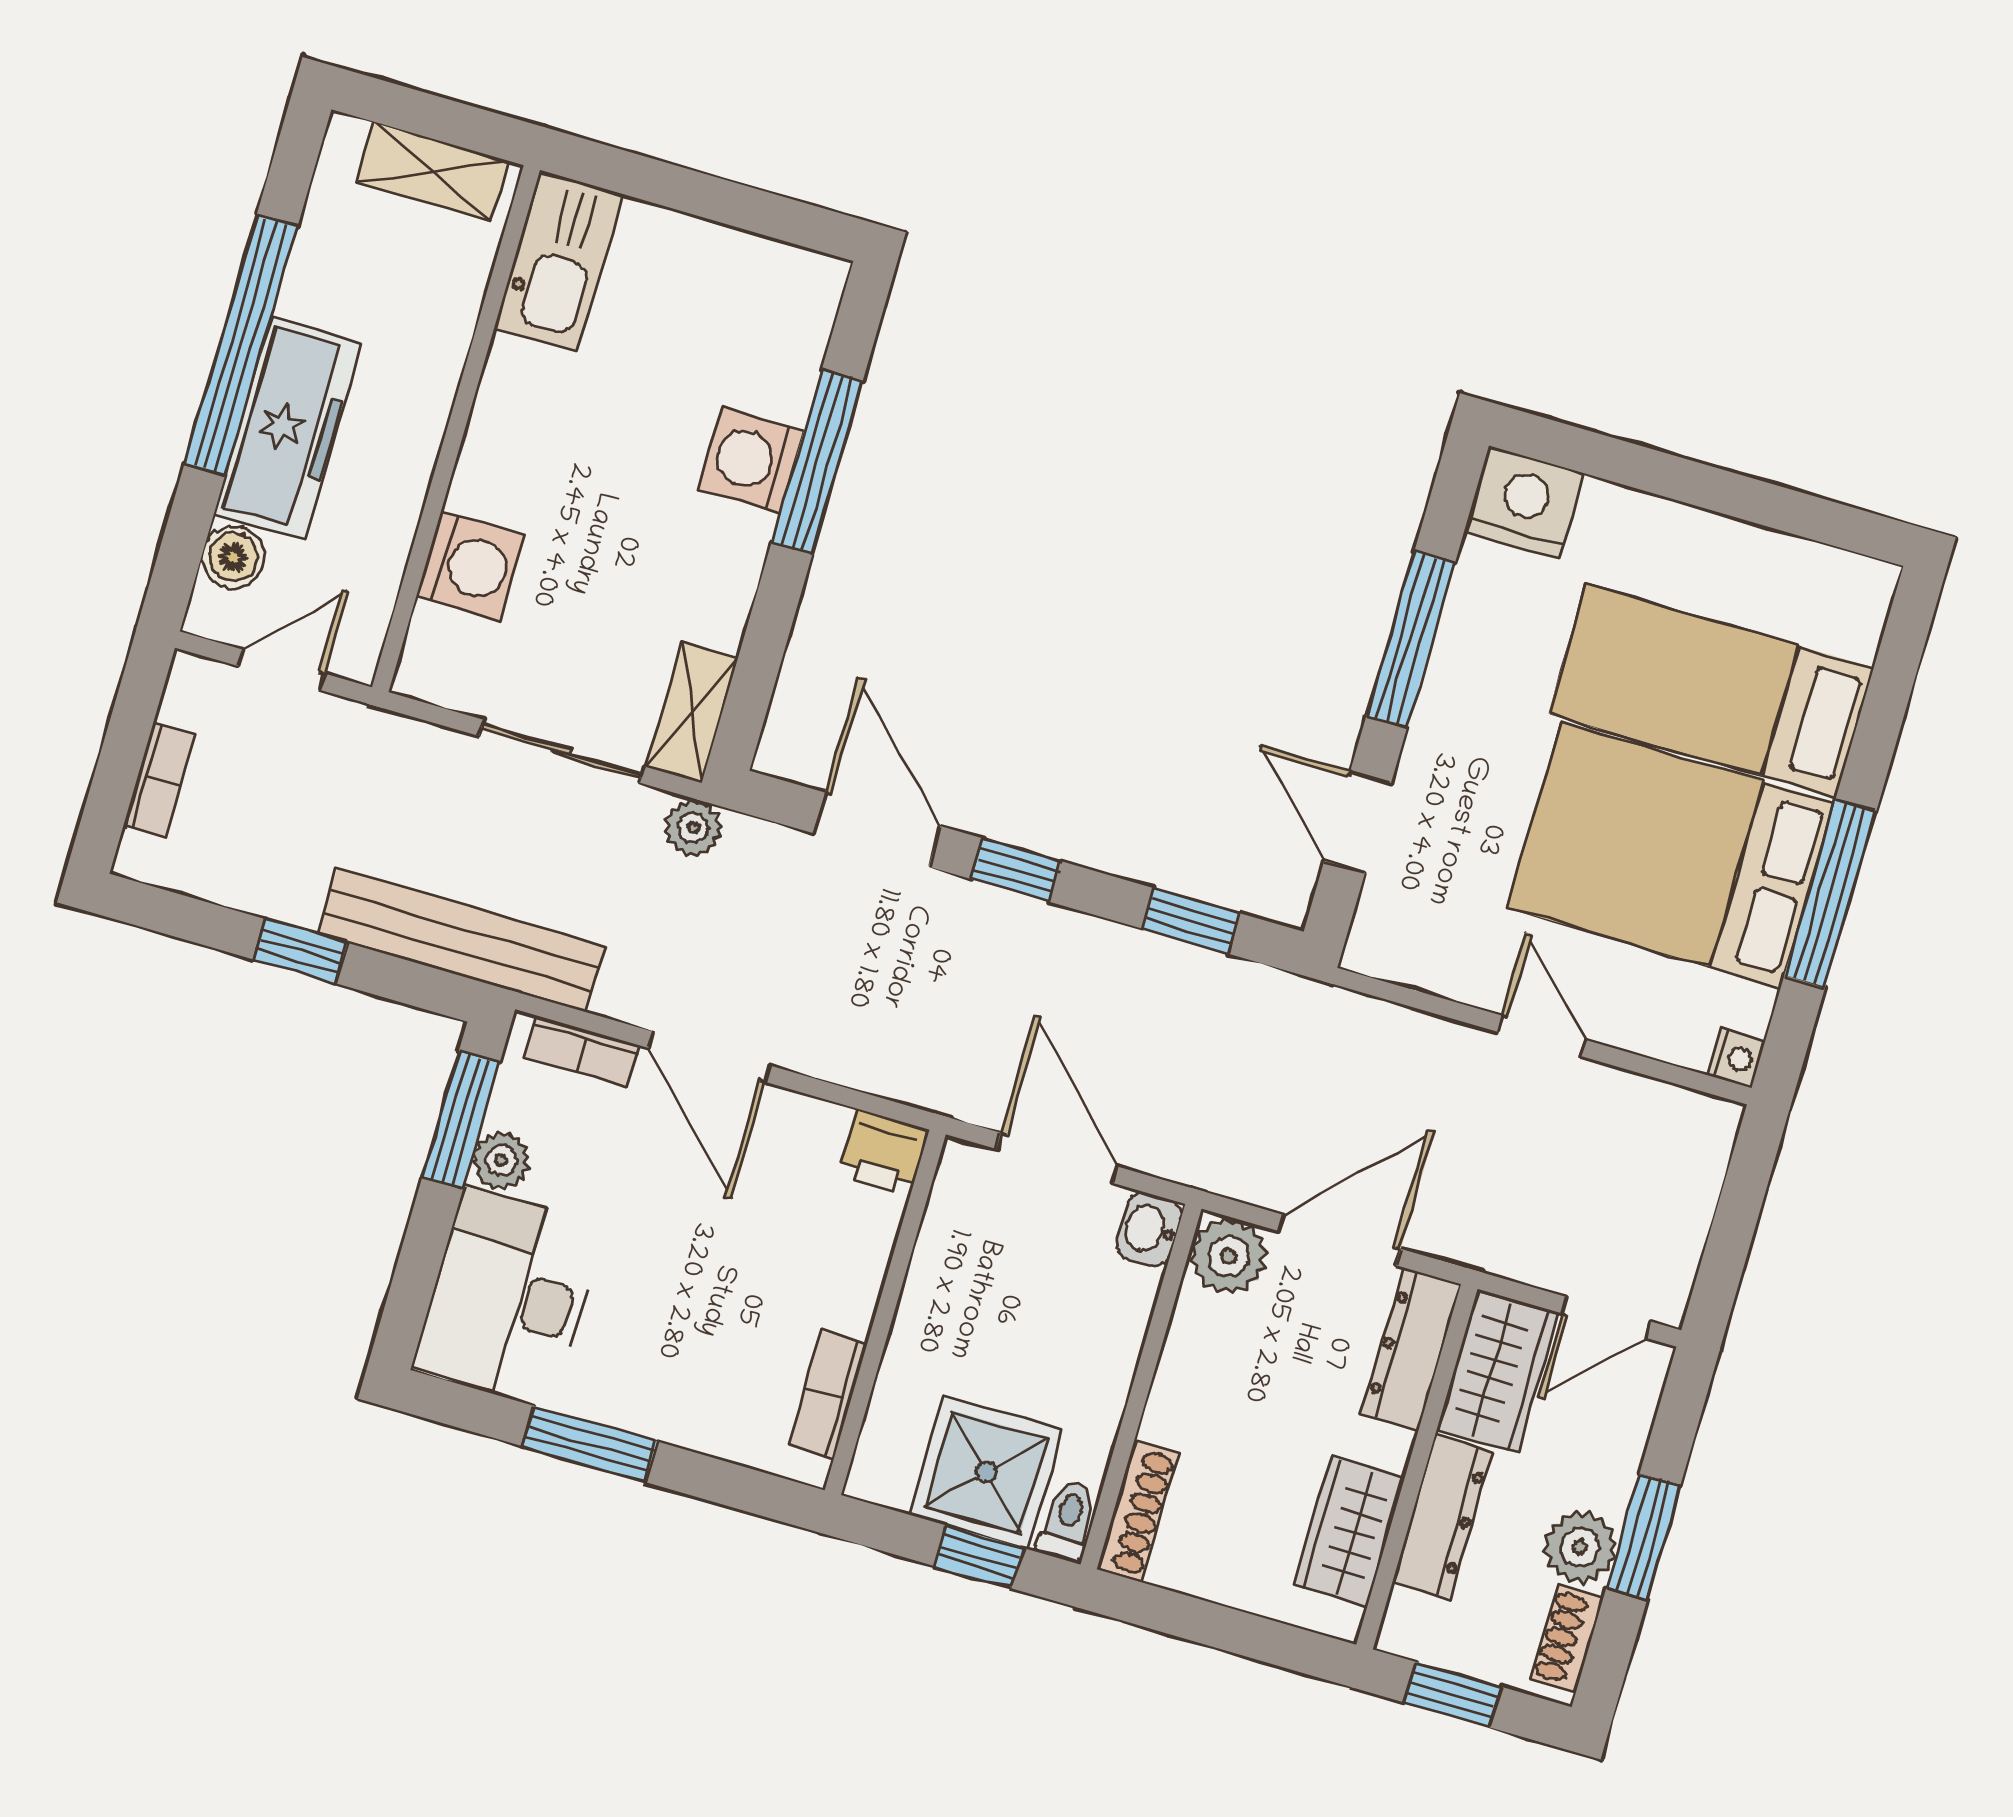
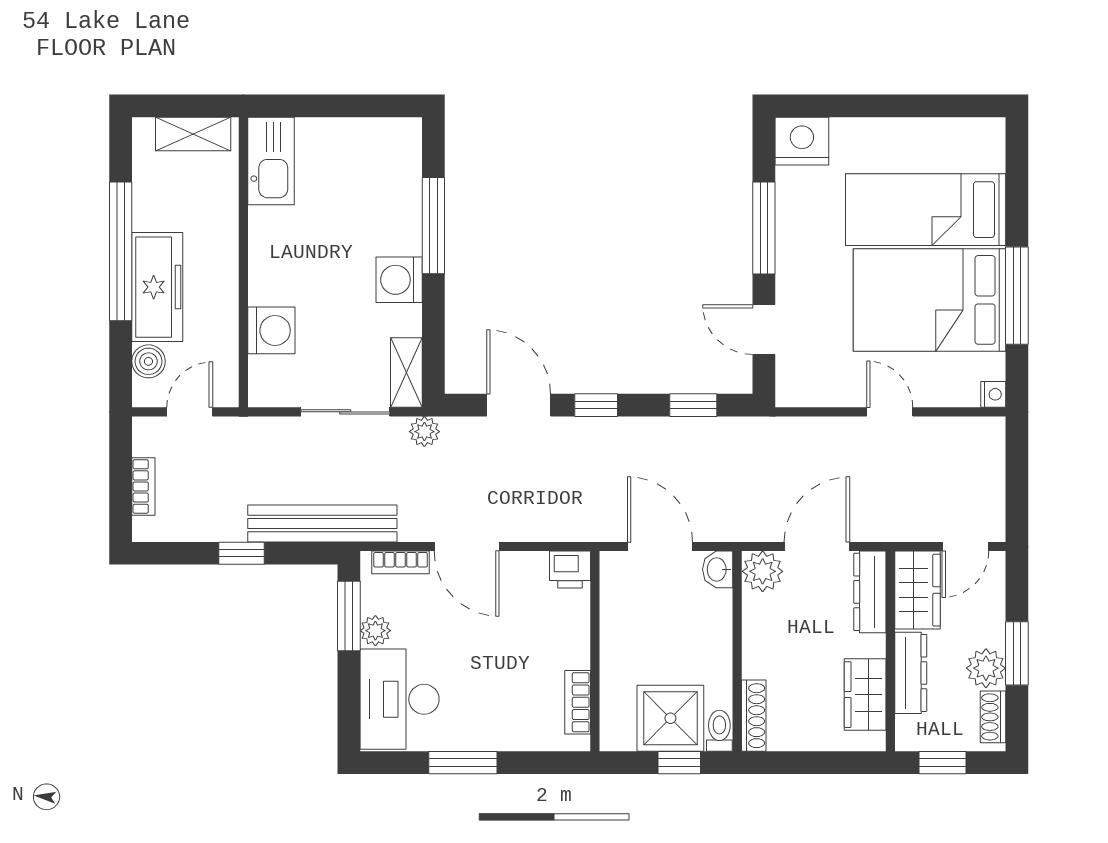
washing machine: (751, 460) -> (399, 280), moved

